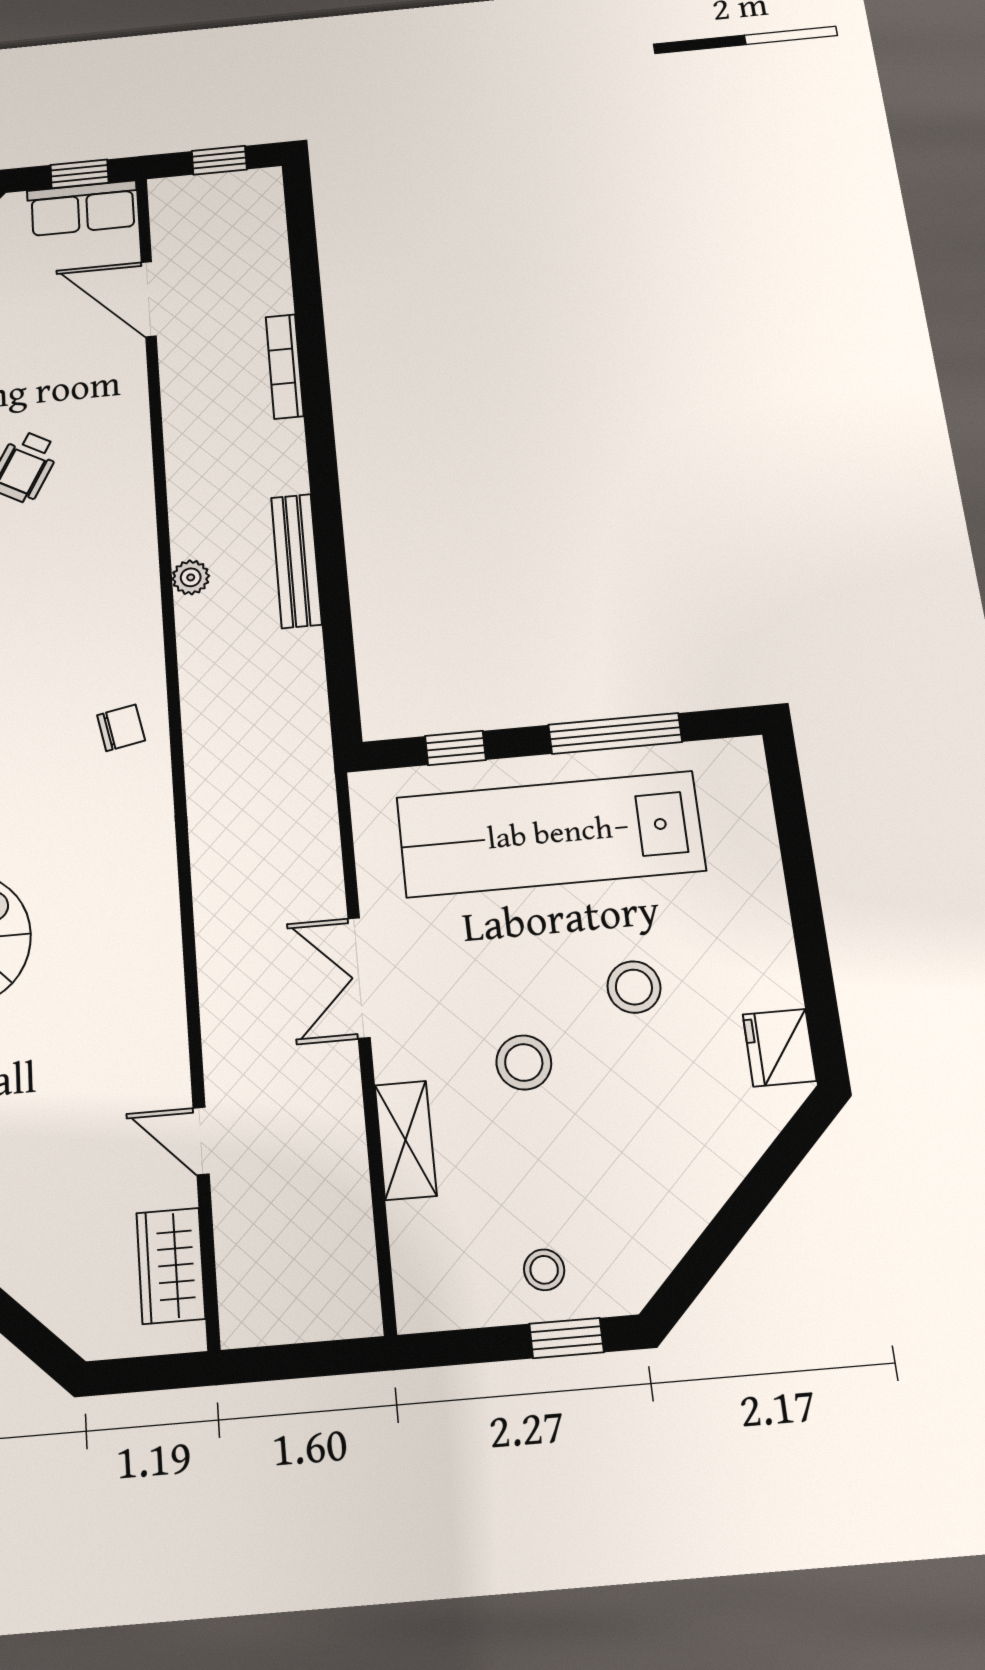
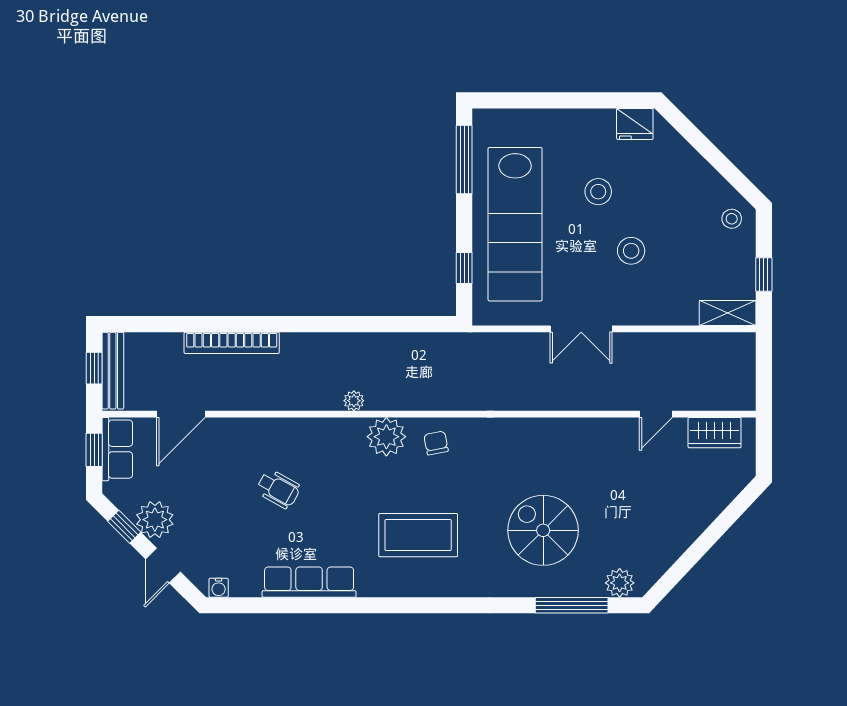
bookcase: (285, 366) -> (232, 343), width x1.48, depth x1.31
bench: (296, 561) -> (113, 371), moved, turned 90
plant: (128, 640) -> (386, 437), added
window: (615, 733) -> (464, 159), moved
shelving: (406, 1140) -> (728, 313), moved
stool: (544, 1270) -> (732, 219), moved
window: (566, 1338) -> (764, 274), moved

